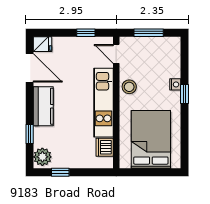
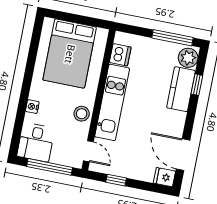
window: (149, 33) -> (50, 167), width x1.44
desk: (166, 53) -> (36, 142), added
window: (184, 94) -> (25, 95), removed
kitchen counter: (43, 106) -> (181, 89), moved
window: (60, 172) -> (172, 38), width x2.17

